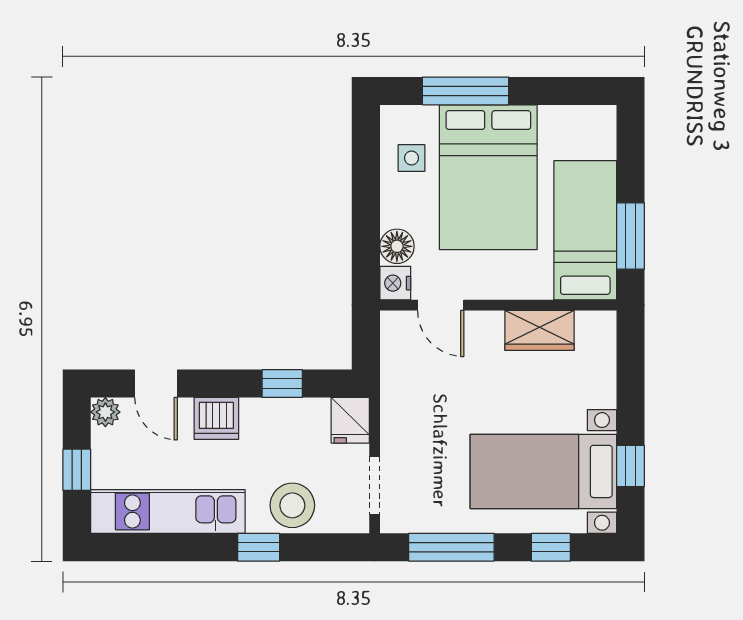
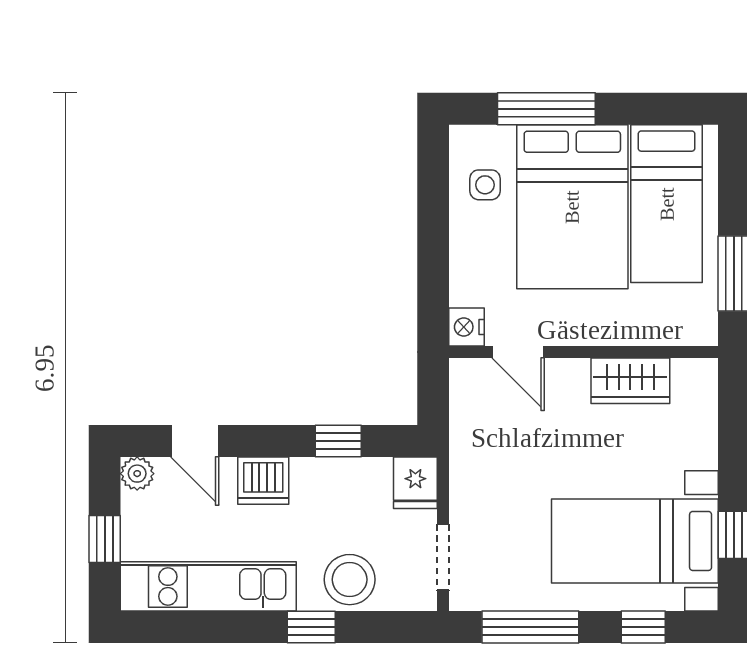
bed: (585, 230) -> (667, 204), moved, turned 180
floor lamp: (397, 246) -> (468, 285), removed

